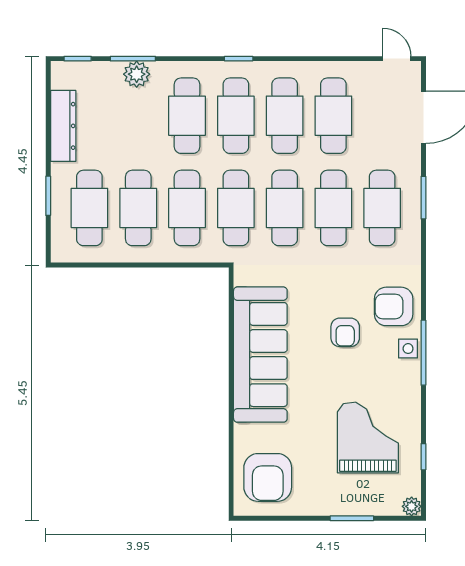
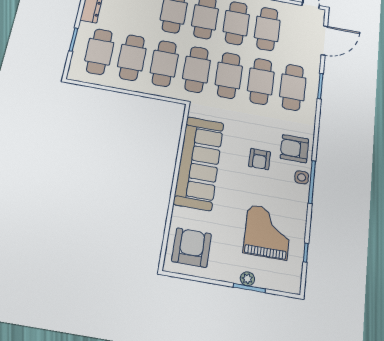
armchair: (268, 477) -> (192, 248), turned 180
plant: (412, 506) -> (247, 279), moved

